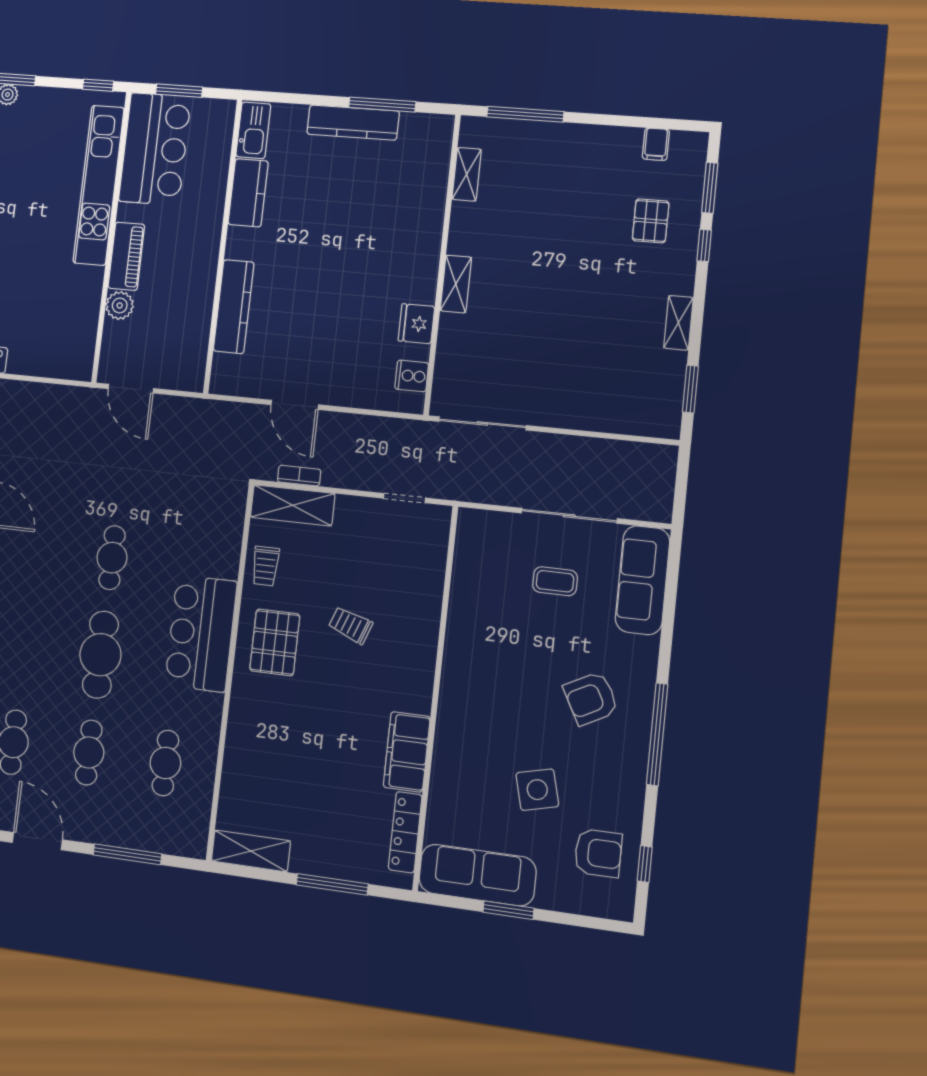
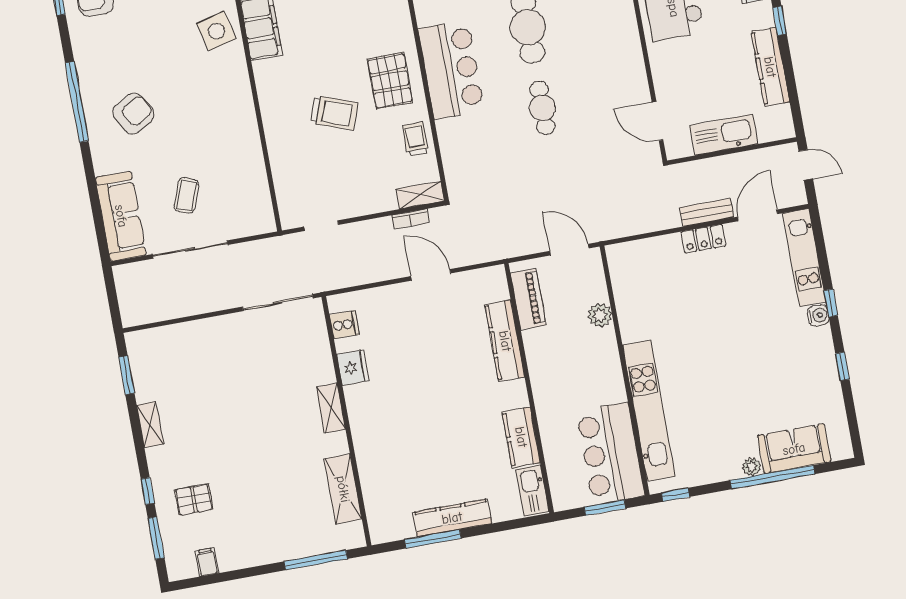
shelving: (467, 174) -> (343, 489), width x1.50, depth x1.33
pallet: (651, 221) -> (194, 500), turned 90
piano: (126, 256) -> (528, 299), moved, turned 180
shelving: (293, 505) -> (420, 195), width x0.67, depth x0.75
coffee table: (555, 581) -> (186, 195), turned -70
trolley: (351, 625) -> (334, 113), width x1.36, depth x1.39
side table: (537, 790) -> (216, 31), moved

